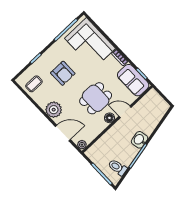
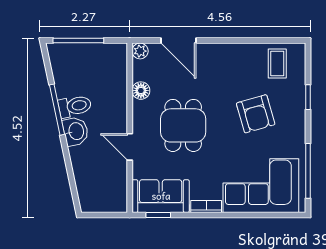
armchair: (63, 73) -> (256, 114), turned -106
plant: (54, 110) -> (220, 57), removed
door: (125, 112) -> (130, 147), swing flipped
floor lamp: (109, 118) -> (141, 91), moved
door: (63, 133) -> (178, 41), hinge flipped
toilet: (118, 167) -> (75, 106), moved

